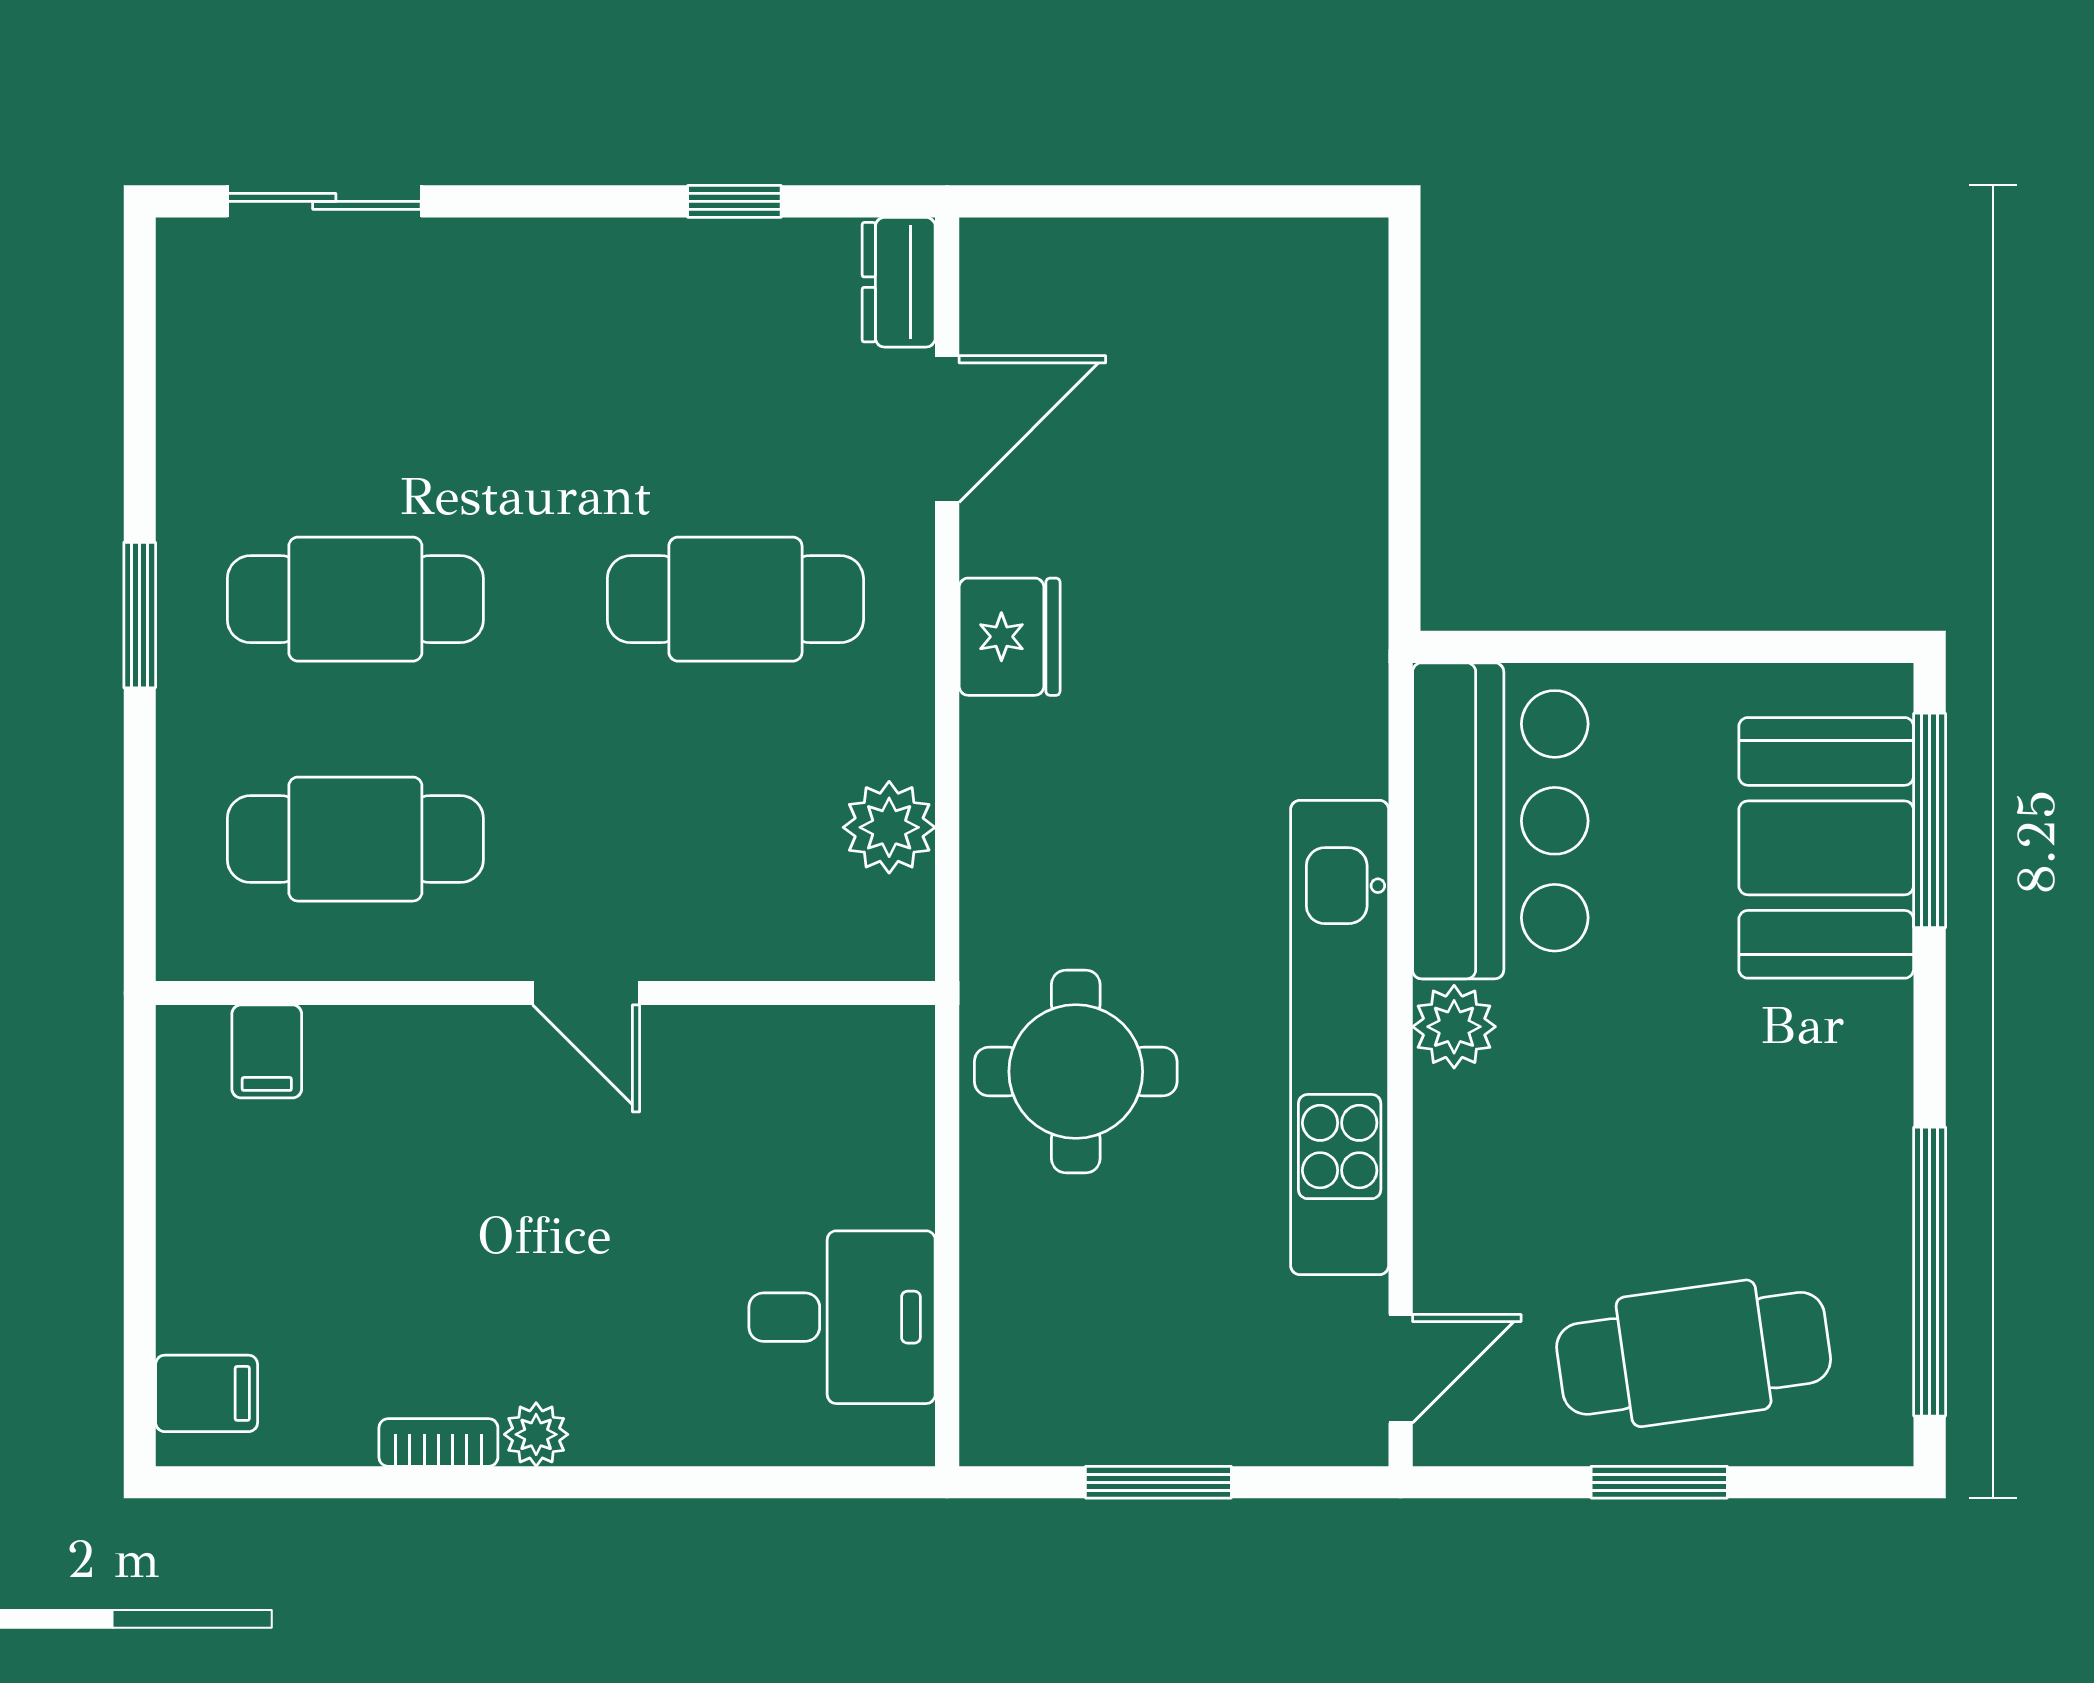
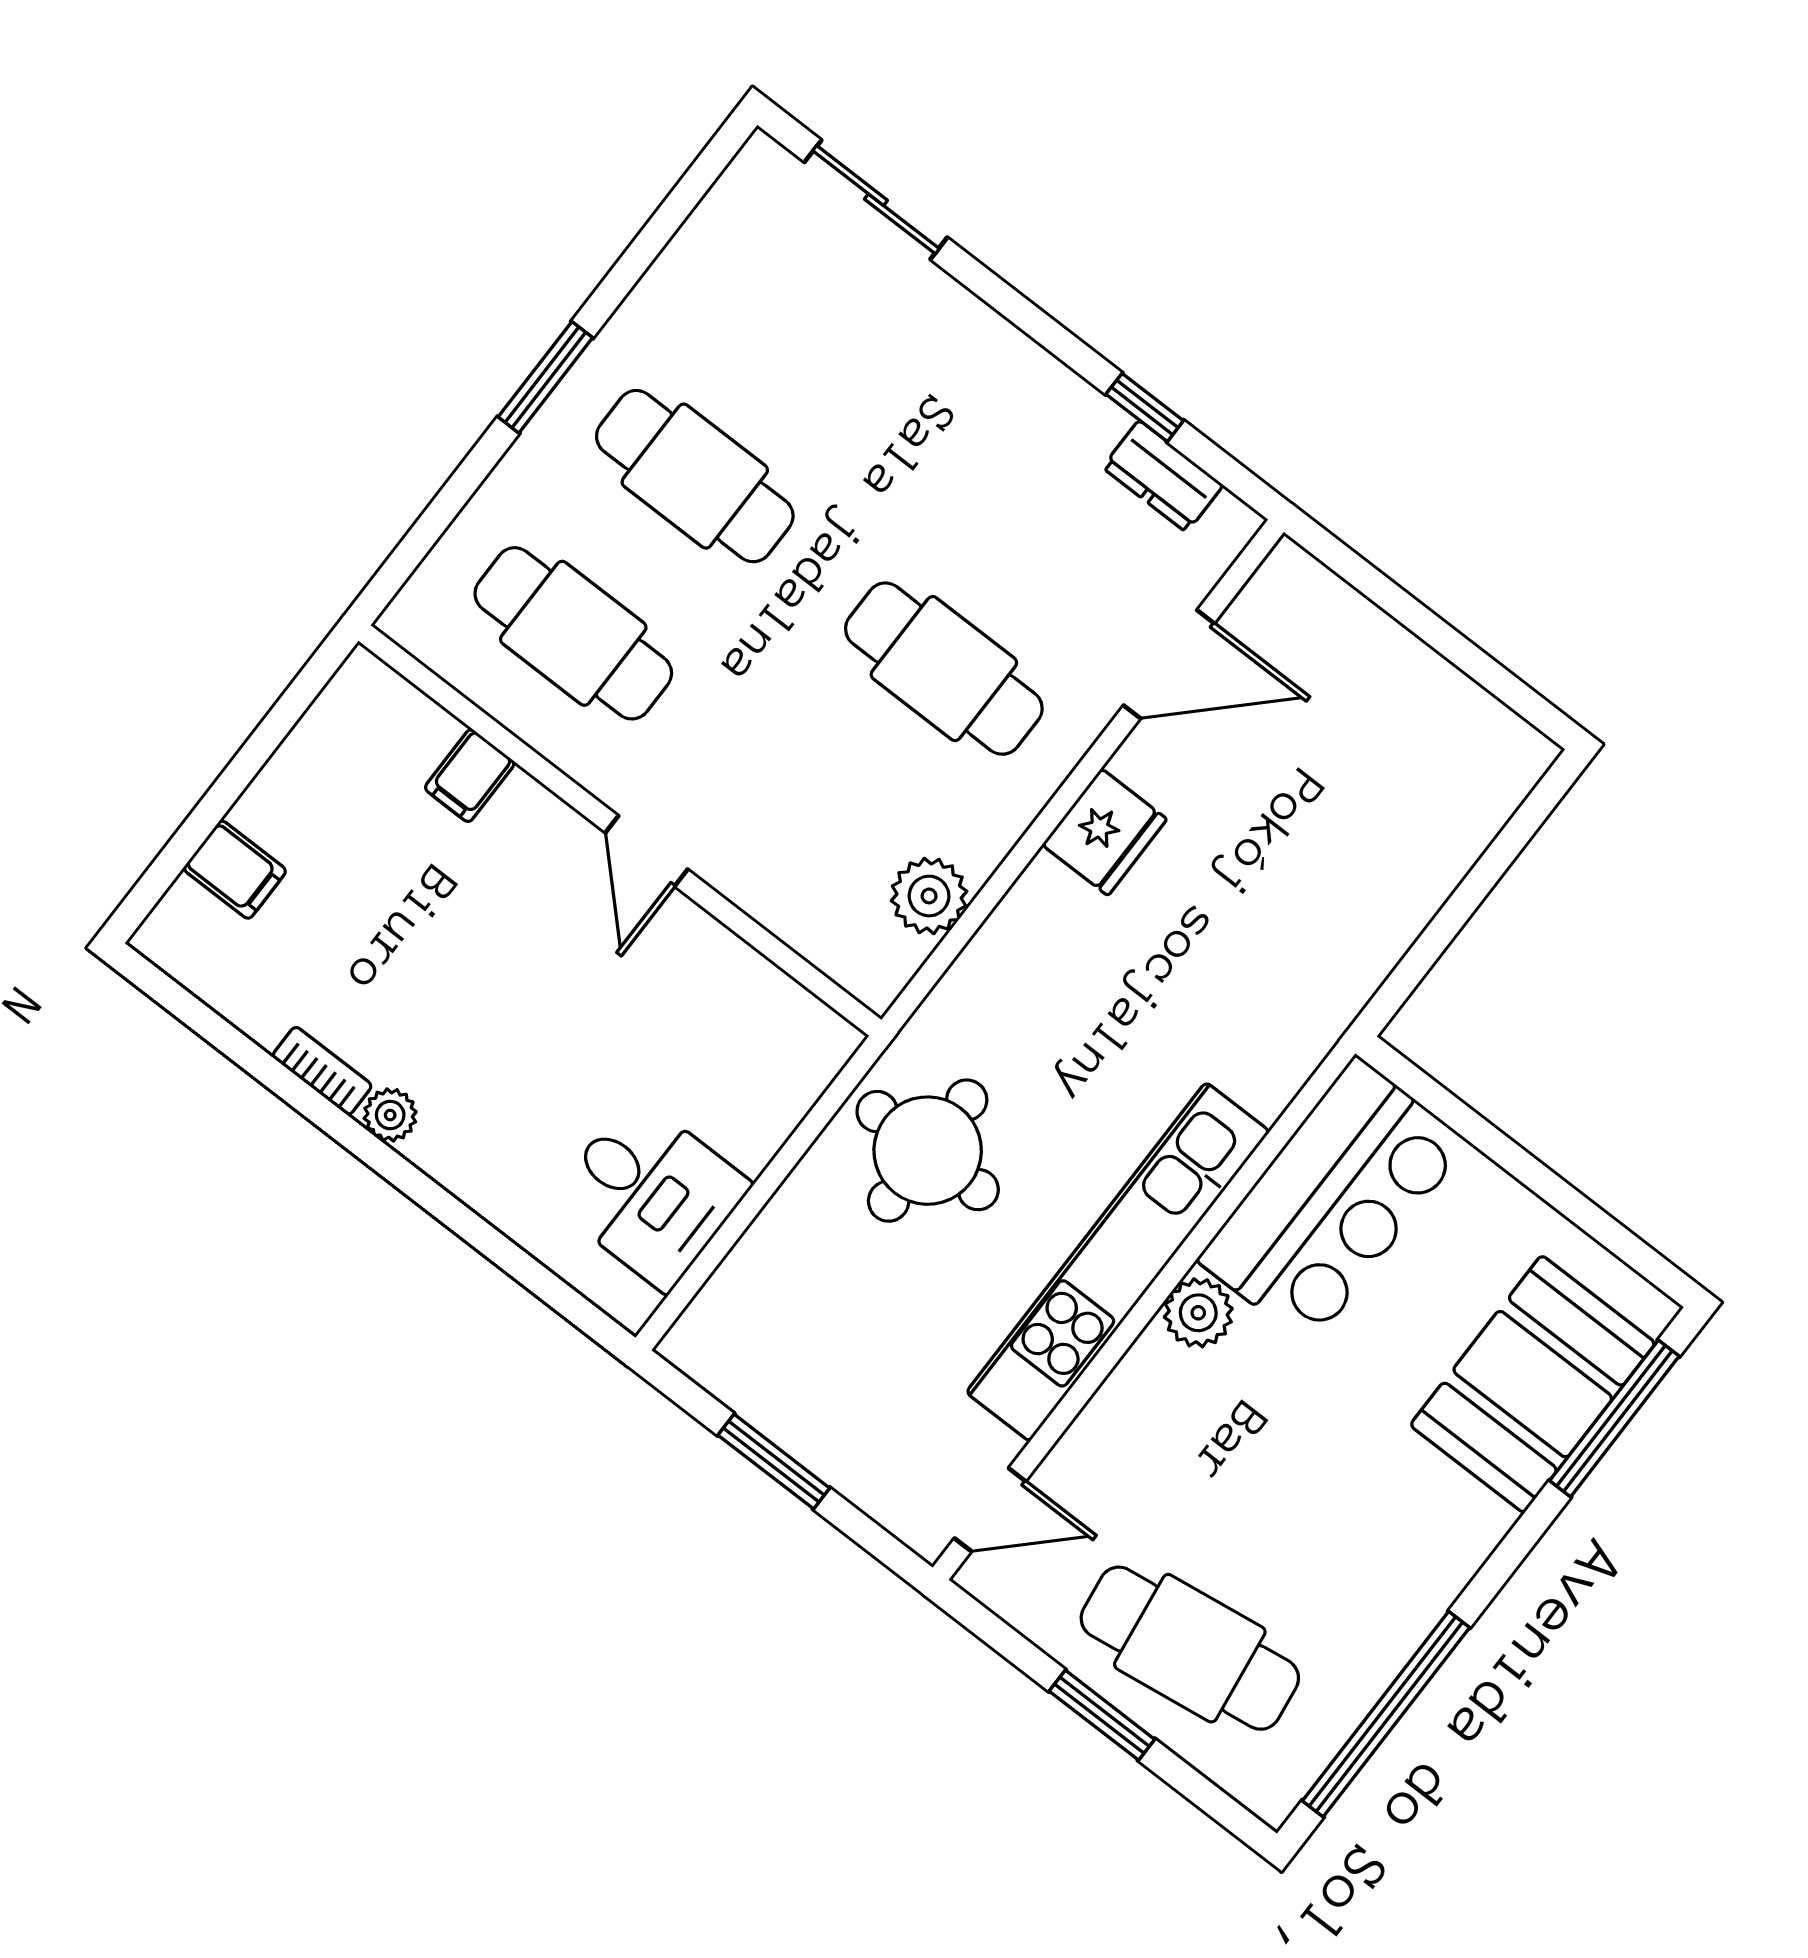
dresser: (899, 282) -> (1163, 476), moved, turned -90
filing cabinet: (267, 1051) -> (470, 776), moved
filing cabinet: (207, 1393) -> (235, 870), moved

